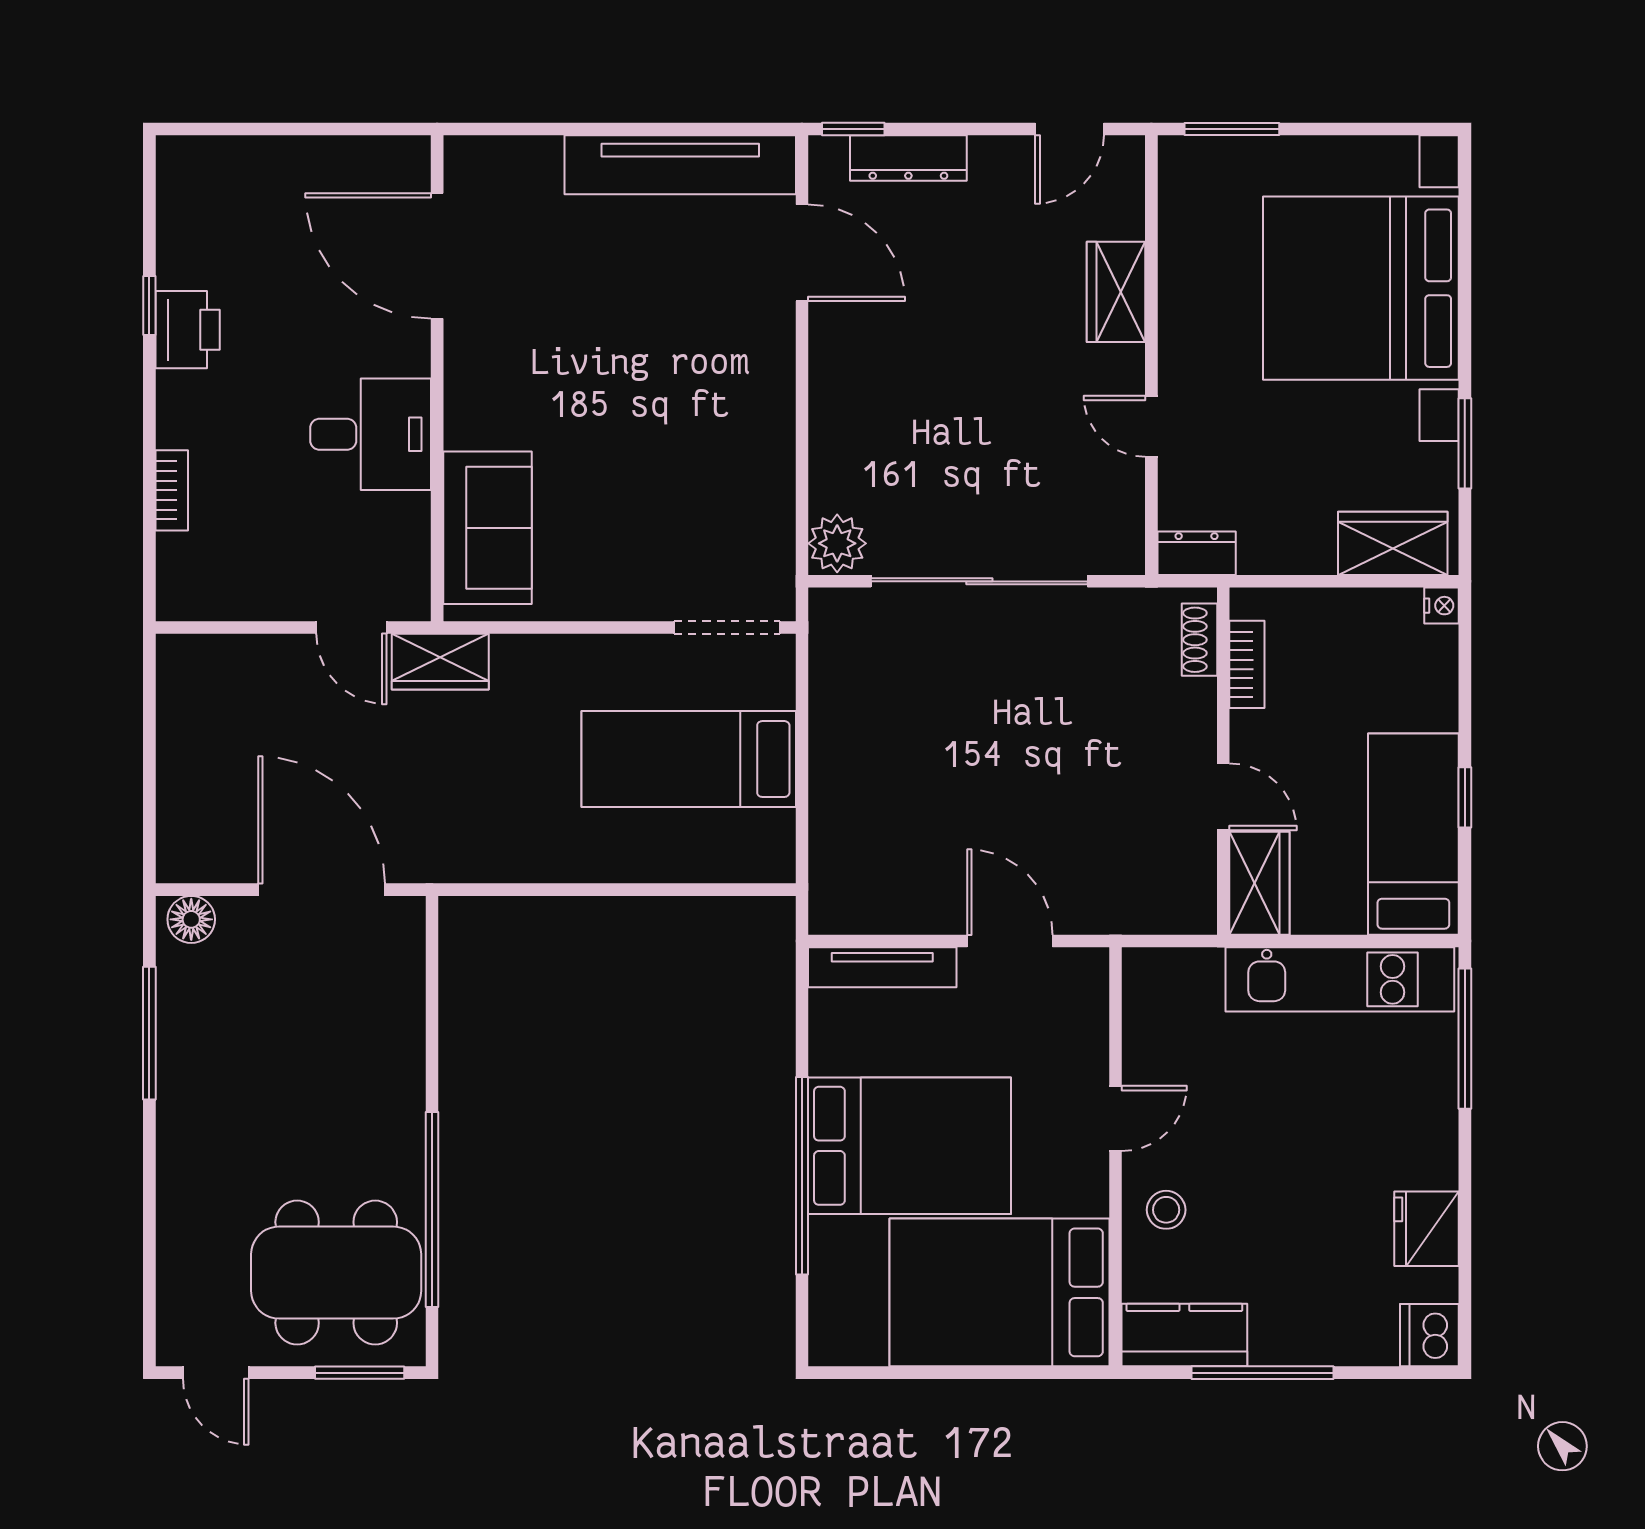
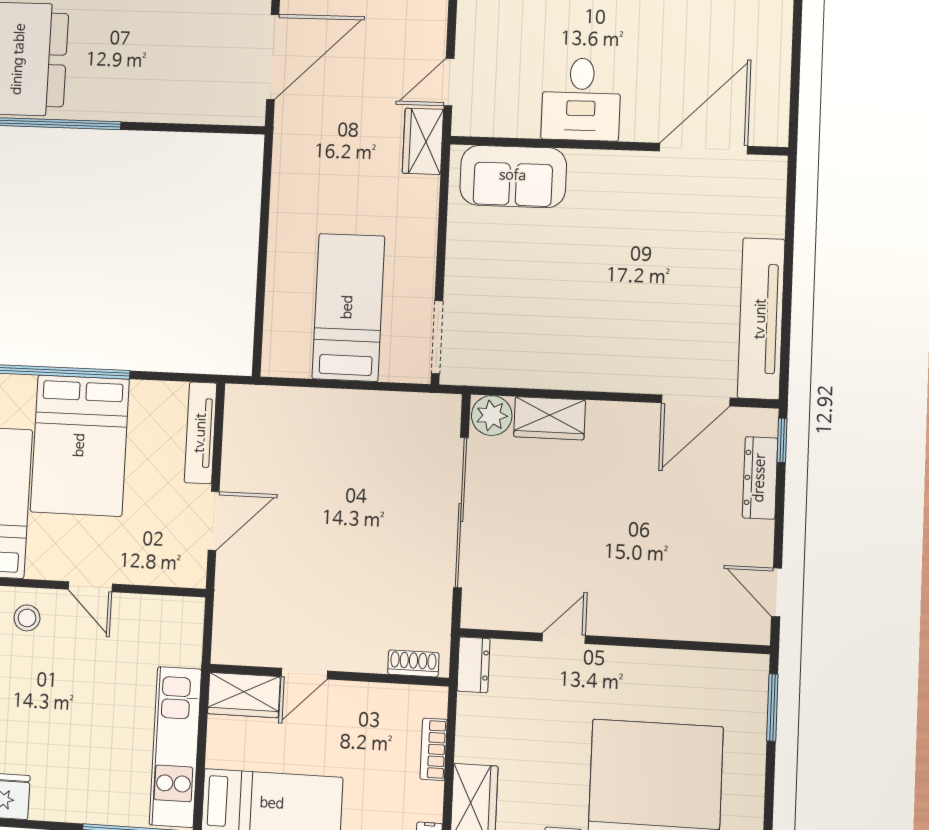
wardrobe: (1116, 292) -> (550, 418), moved, turned 180
bookcase: (1247, 664) -> (434, 749), moved, turned 90

